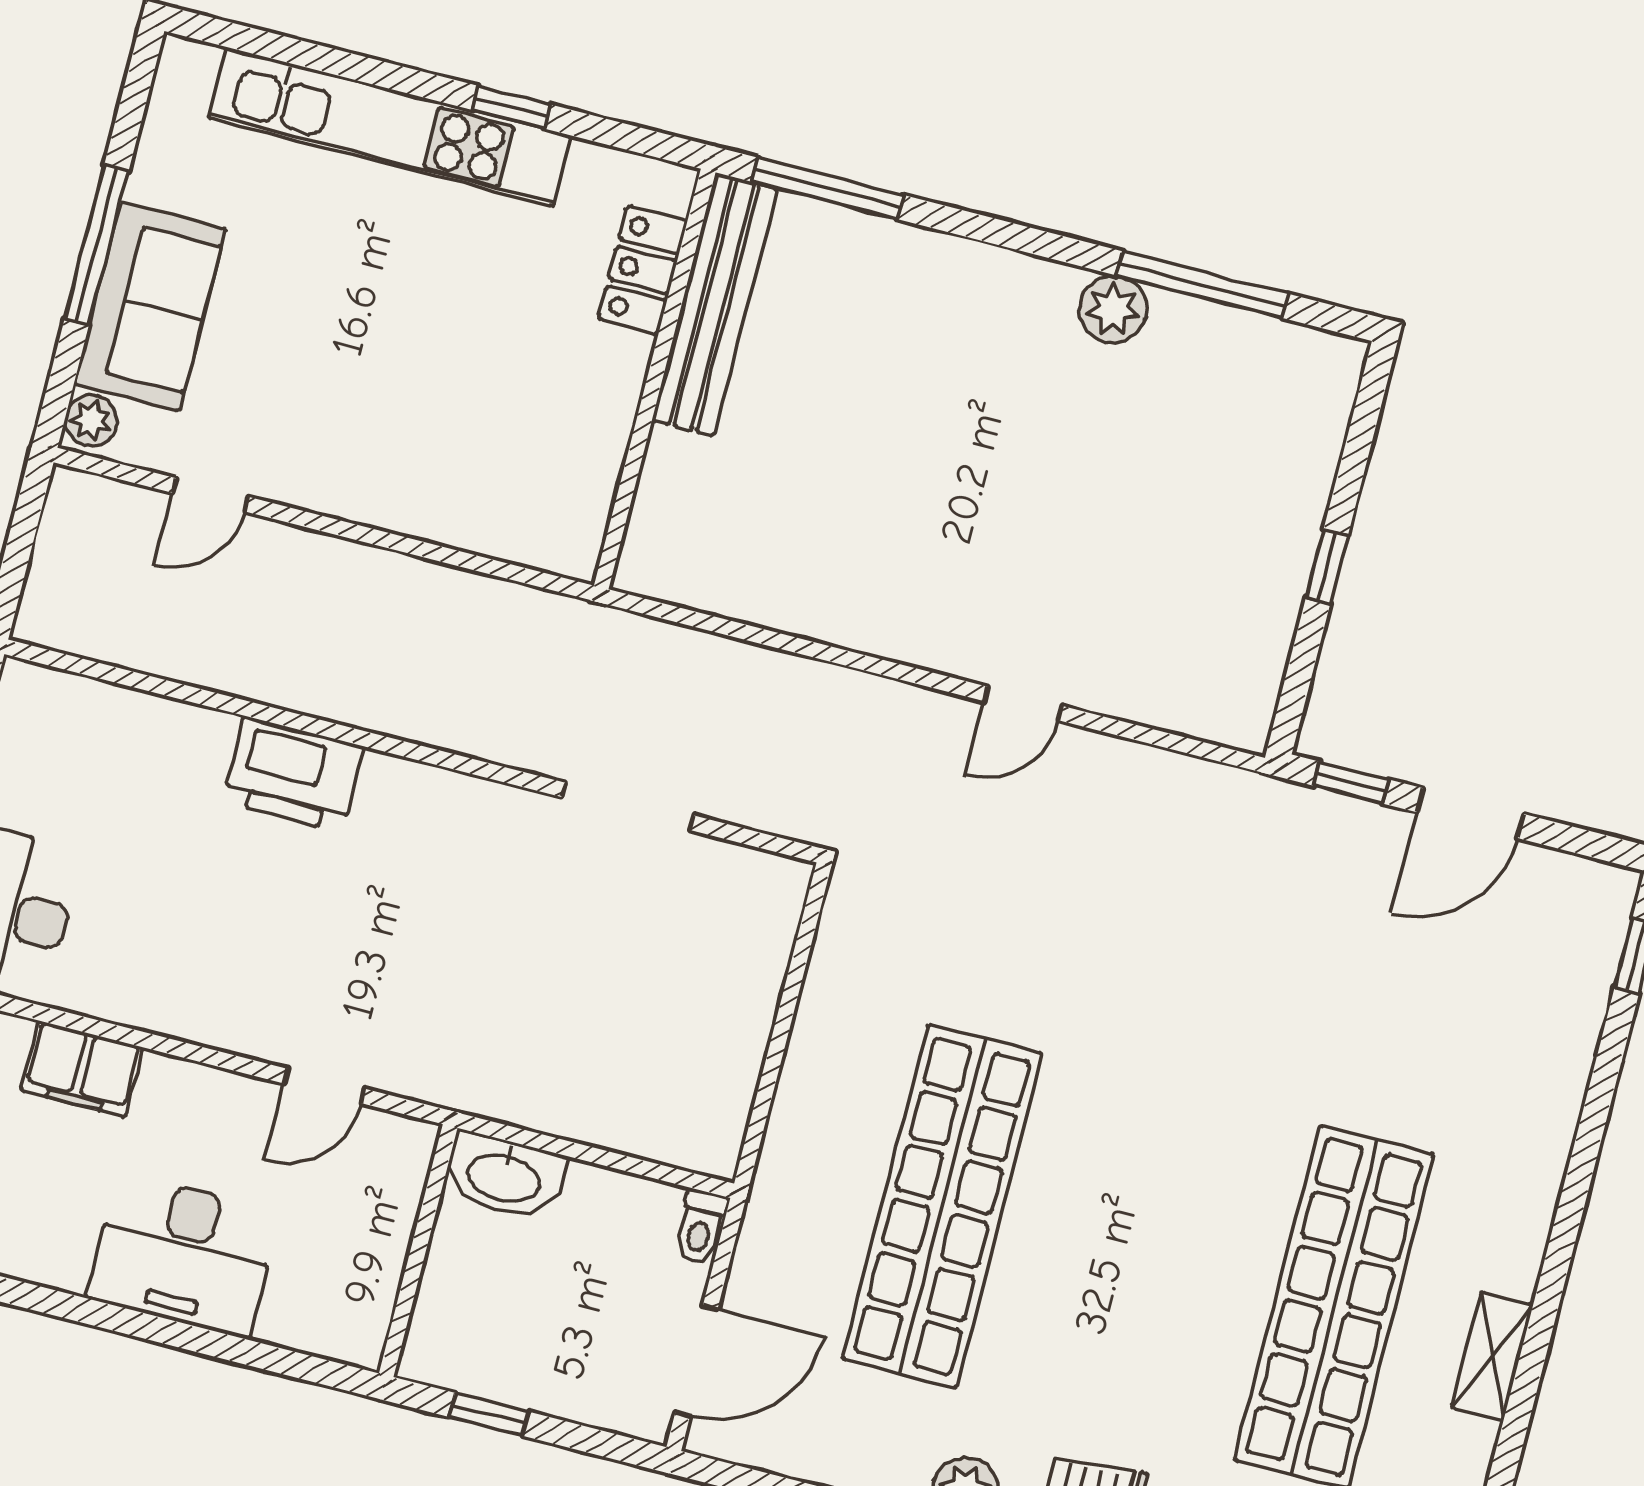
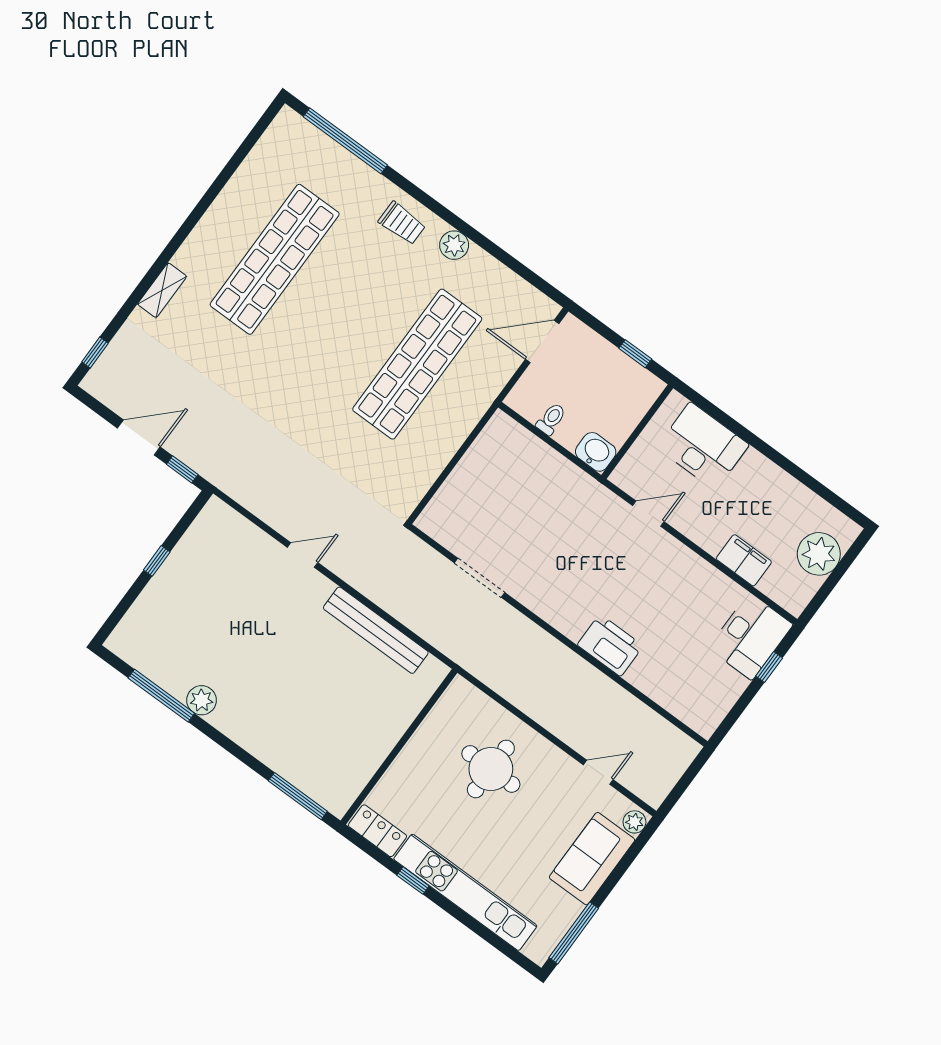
window: (97, 245) -> (574, 933), moved
locker: (643, 270) -> (377, 831), moved, turned -90
bench: (714, 304) -> (376, 630), moved, turned 90
round table: (441, 410) -> (491, 769), added
washbasin: (504, 1176) -> (596, 452), width x0.72
toilet: (701, 1227) -> (551, 419), moved
desk: (183, 1255) -> (703, 446), moved
shelving: (1492, 1356) -> (162, 290), moved

